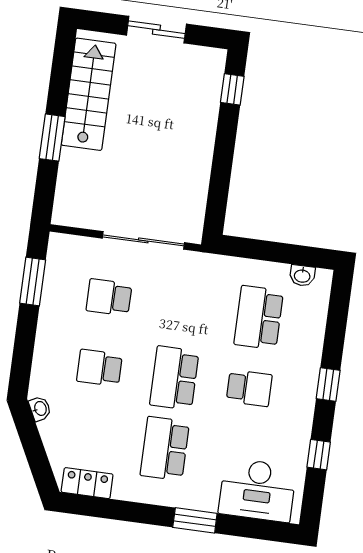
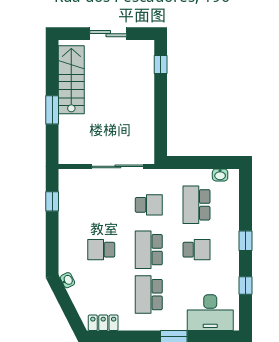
window: (33, 282) -> (52, 201), width x0.67
school desk: (109, 297) -> (149, 205), moved, turned 180

